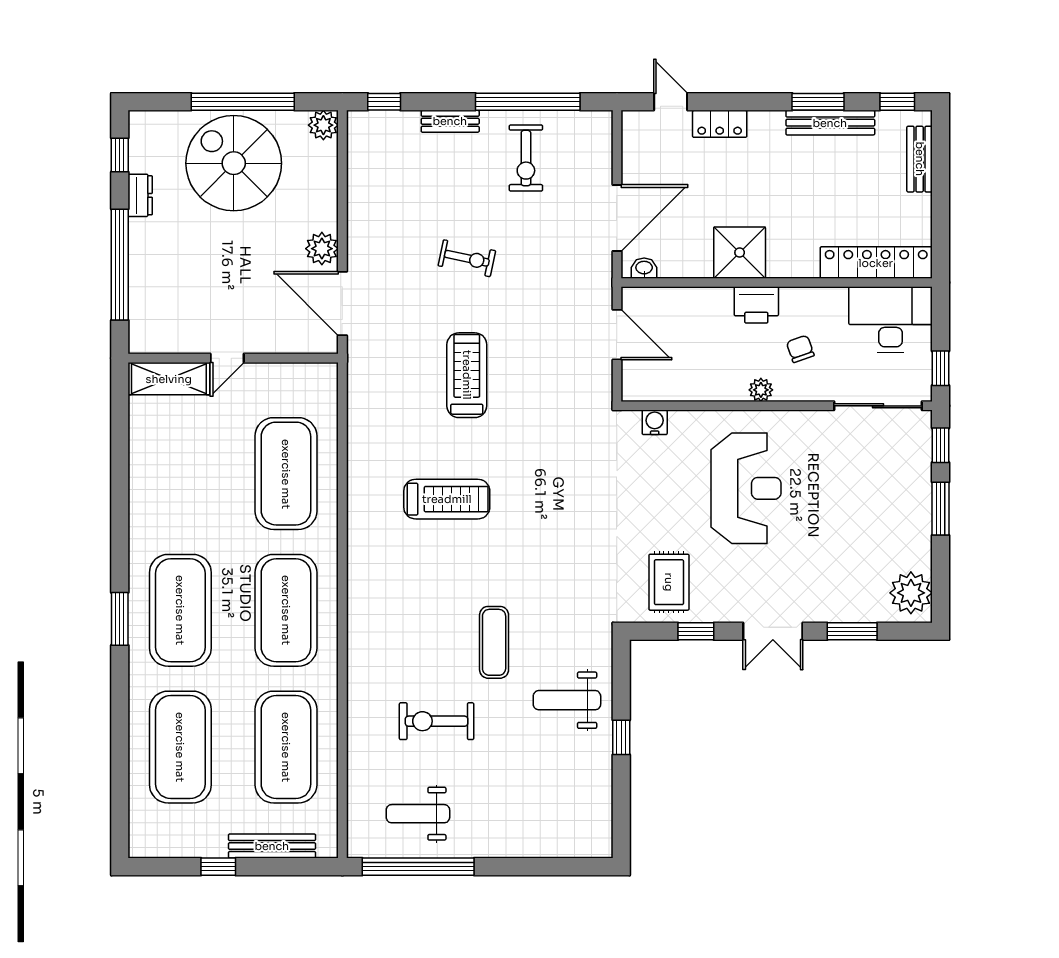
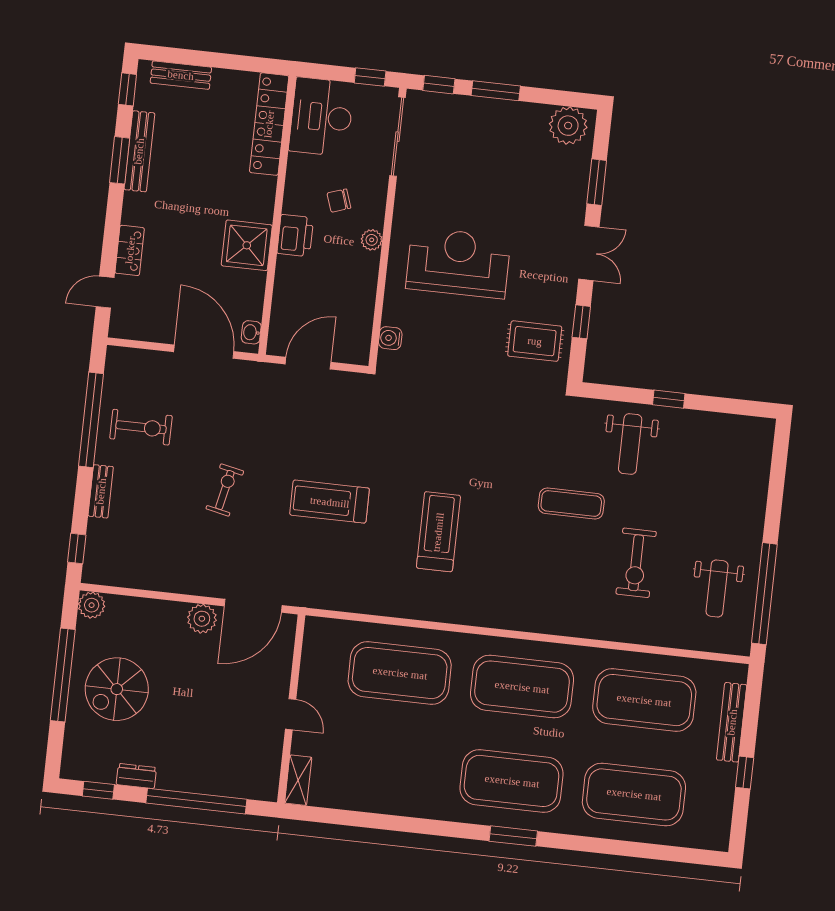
spiral stairs: (234, 163) -> (117, 689), width x0.73, depth x0.73
shelving: (169, 379) -> (298, 780), width x0.67, depth x0.75

